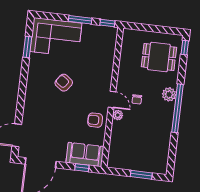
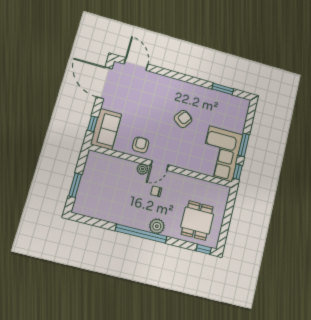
corner sofa: (56, 37) -> (221, 154), moved

